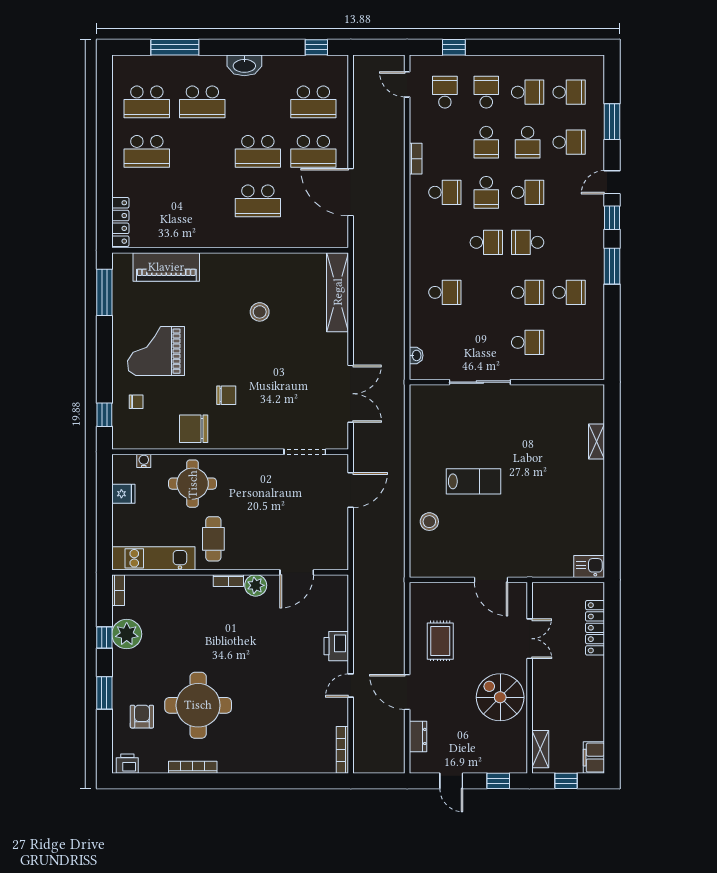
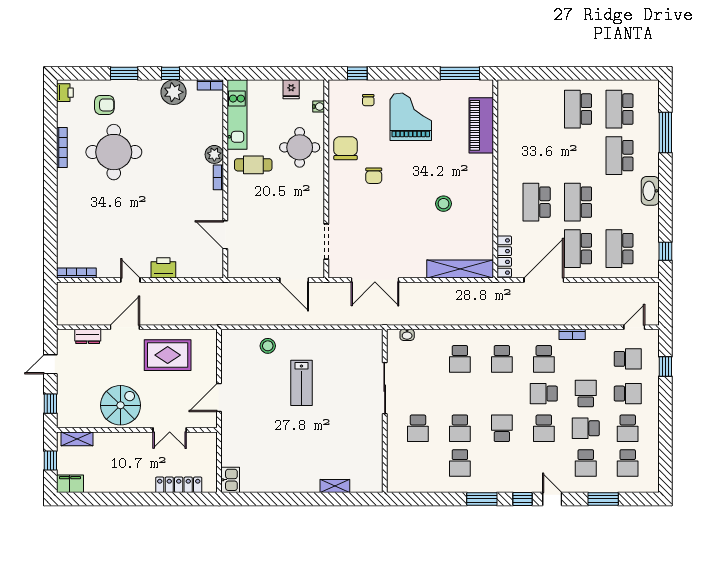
school desk: (486, 142) -> (586, 394), turned 90
locker: (120, 222) -> (504, 257), moved, turned -90
school desk: (486, 242) -> (502, 359), moved
plant: (256, 585) -> (214, 154), moved
rug: (440, 641) -> (168, 355), width x1.36, depth x1.43

